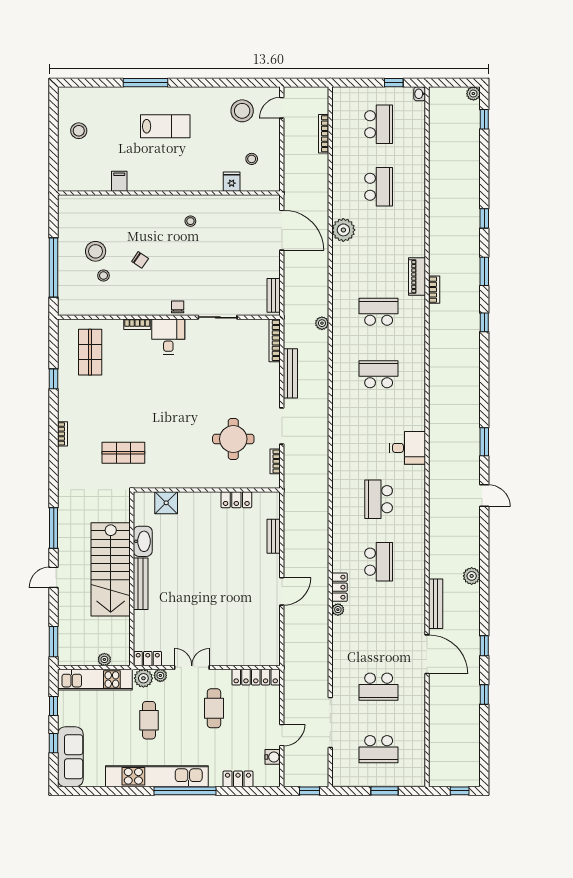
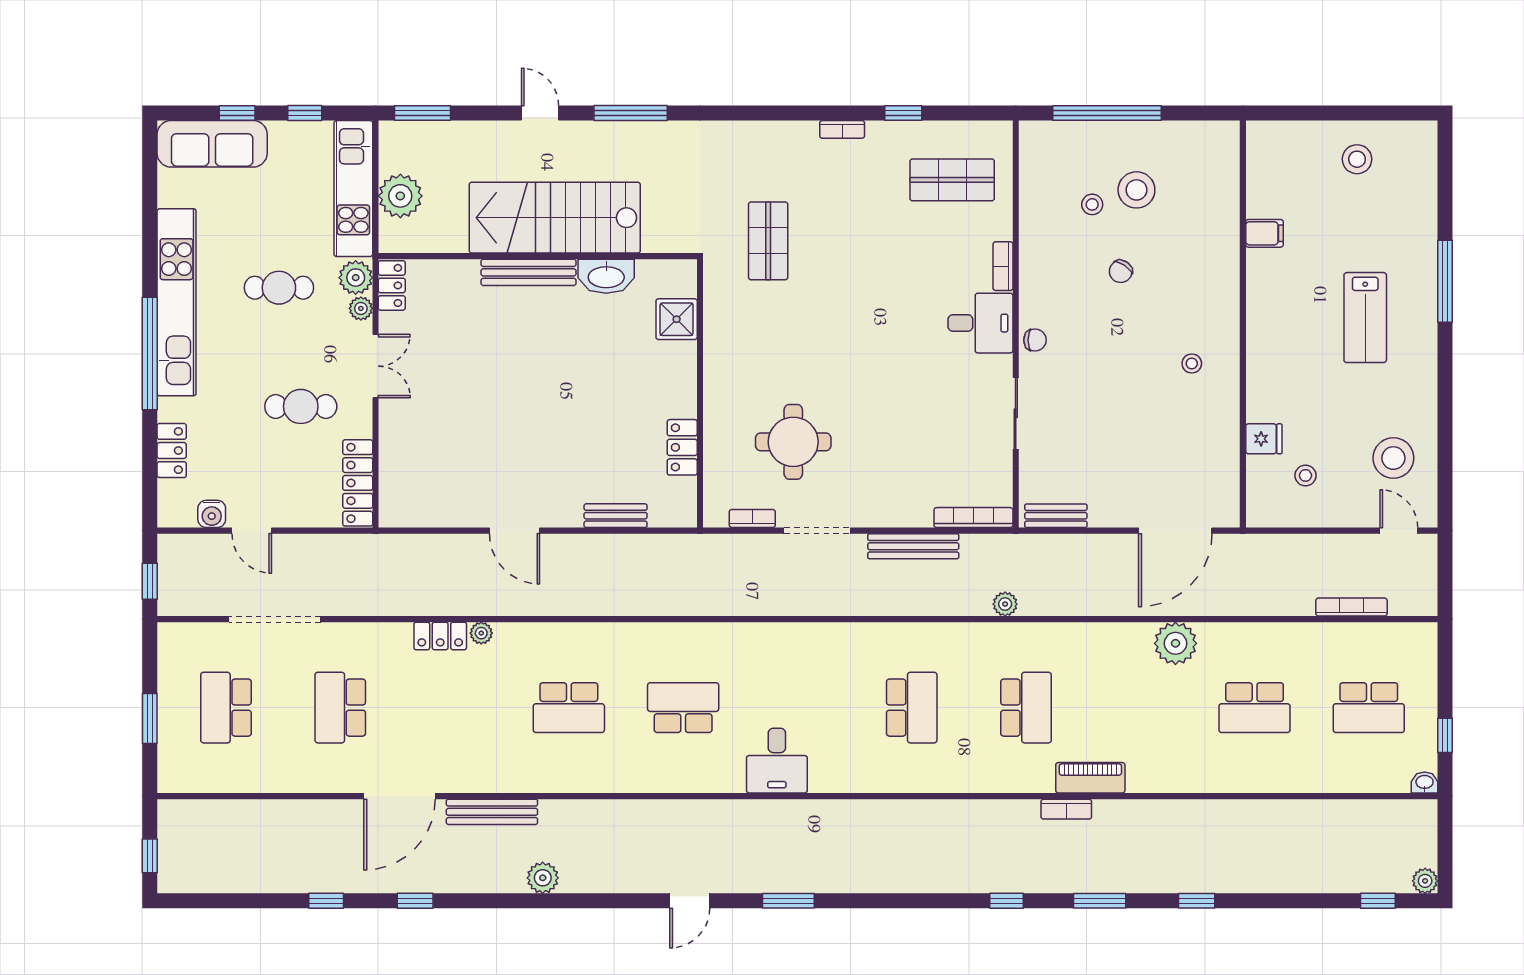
bookcase: (62, 434) -> (842, 129), moved
locker: (339, 587) -> (440, 636), moved
plant: (104, 659) -> (400, 196), width x1.88, depth x1.88

